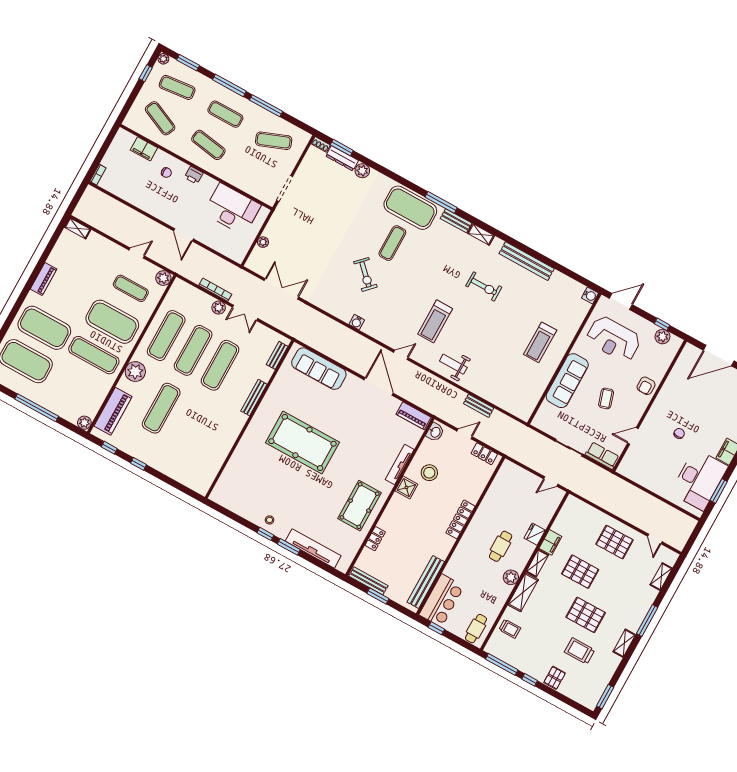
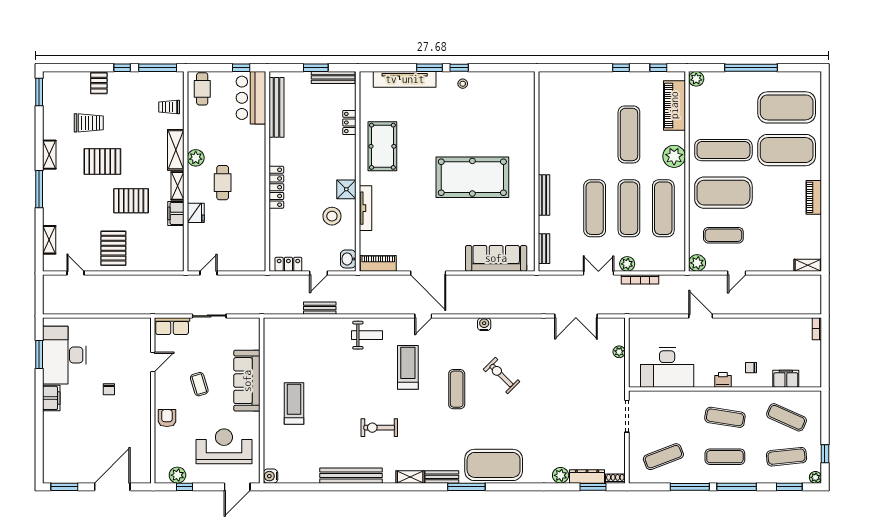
exercise mat: (392, 243) -> (457, 389), moved
pallet: (614, 542) -> (113, 248), turned 90

